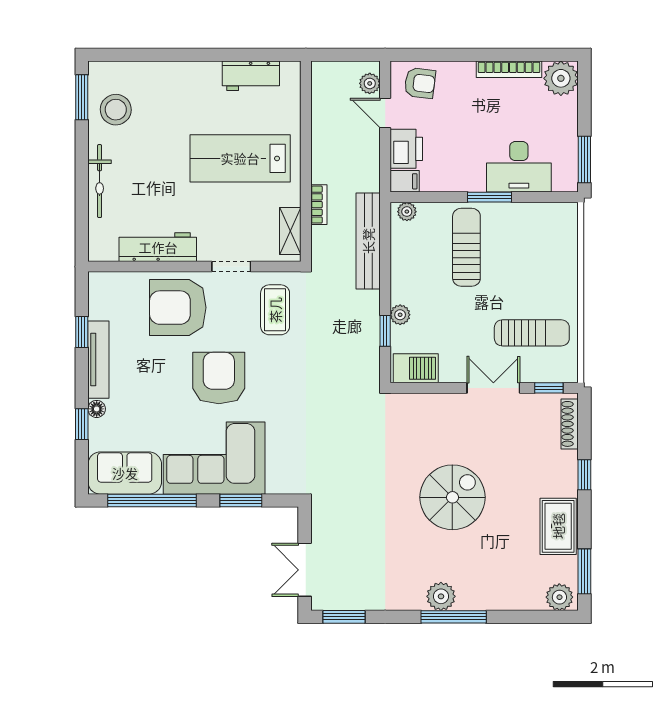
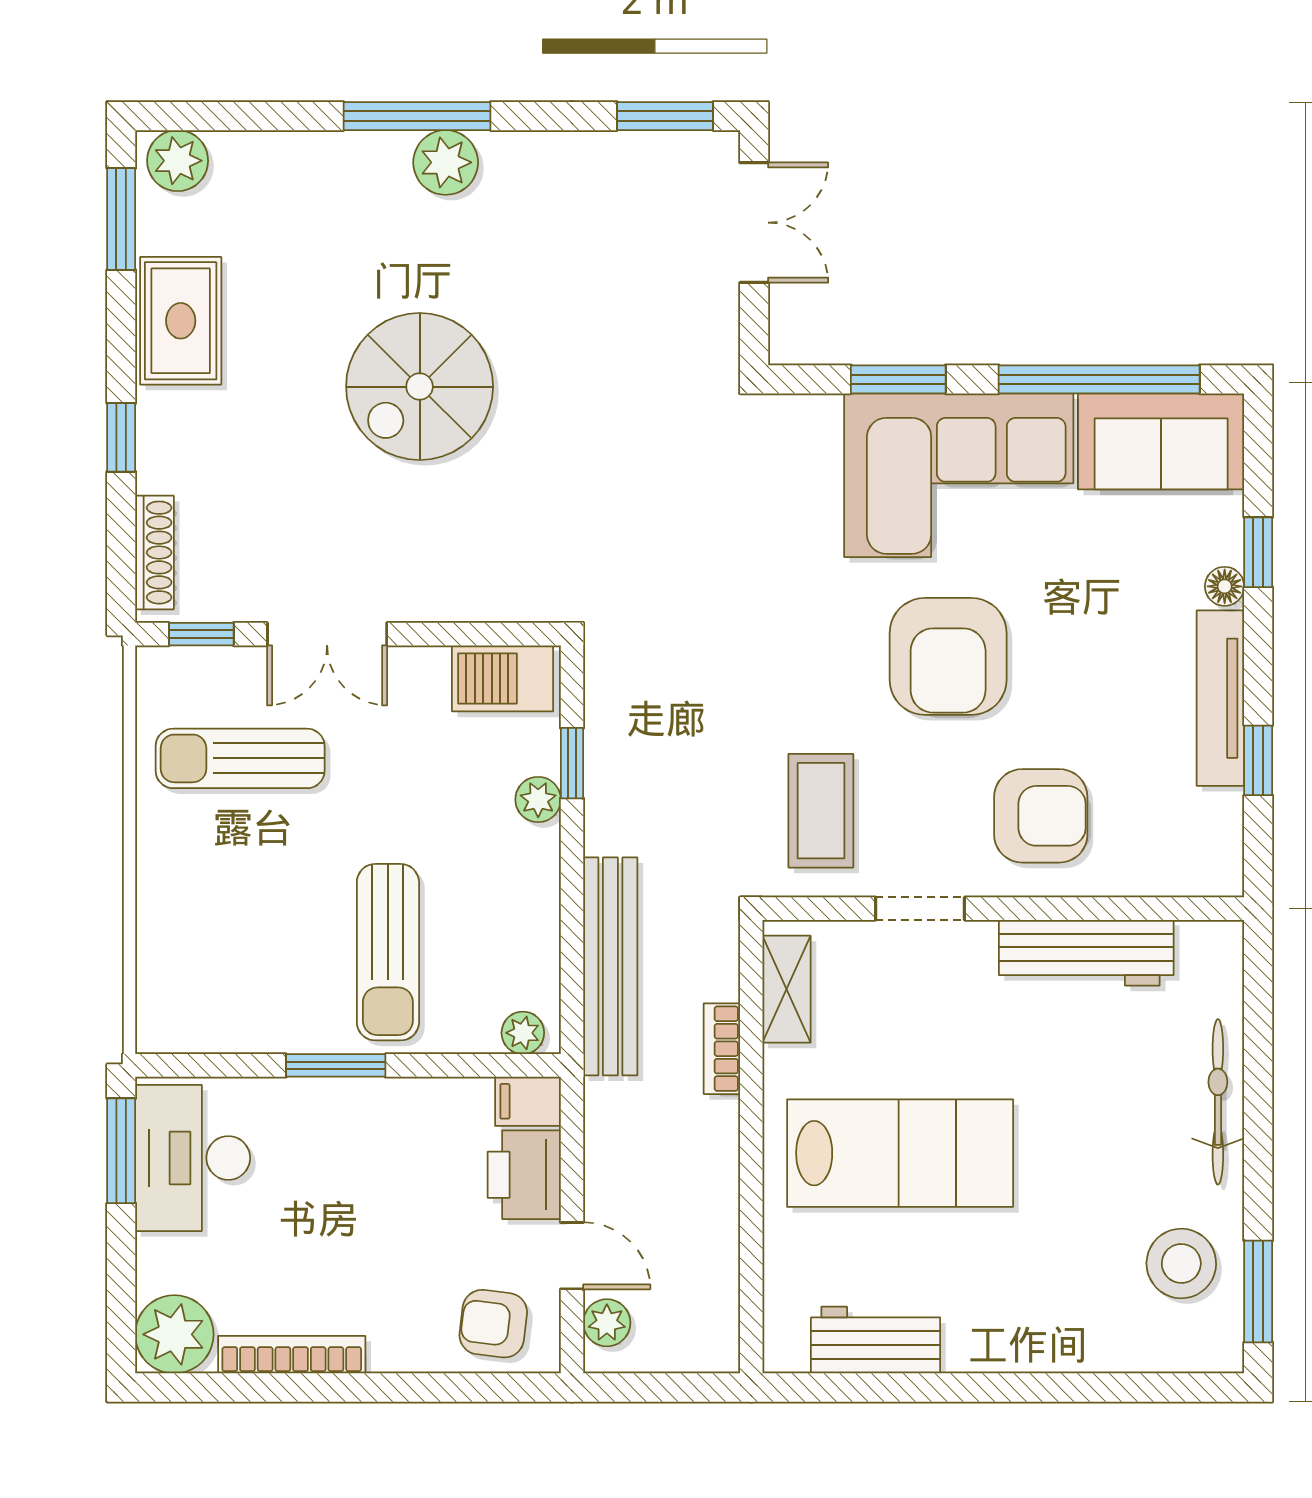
desk: (519, 167) -> (193, 1158), moved, turned -90
armchair: (178, 308) -> (1041, 816), width x0.73, depth x0.73

